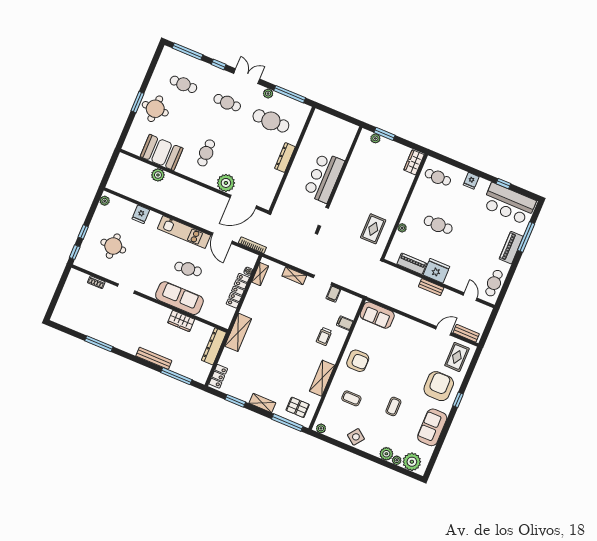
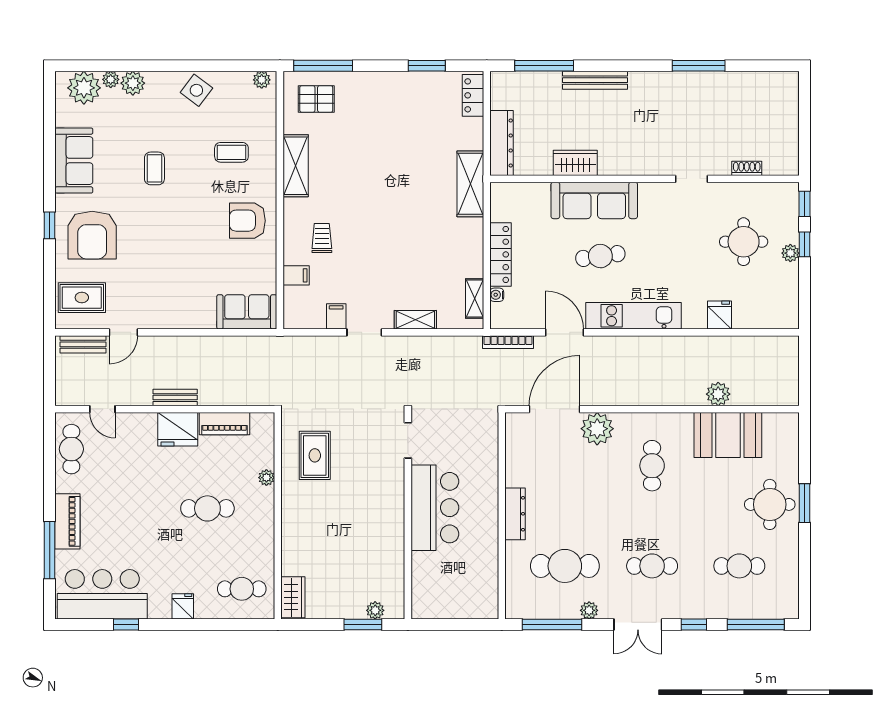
plant: (105, 201) -> (790, 253), moved
rug: (457, 357) -> (82, 298), turned 90
shelving: (262, 403) -> (379, 81), removed

